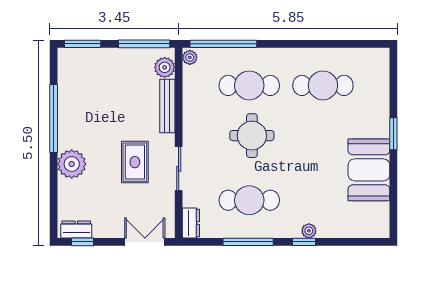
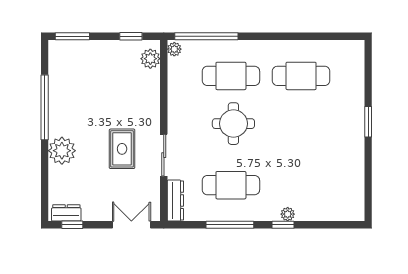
window: (144, 44) -> (131, 36), width x0.46
bench: (167, 106) -> (153, 95), removed
booth: (369, 170) -> (345, 156), removed
dresser: (191, 223) -> (175, 200), width x1.44

